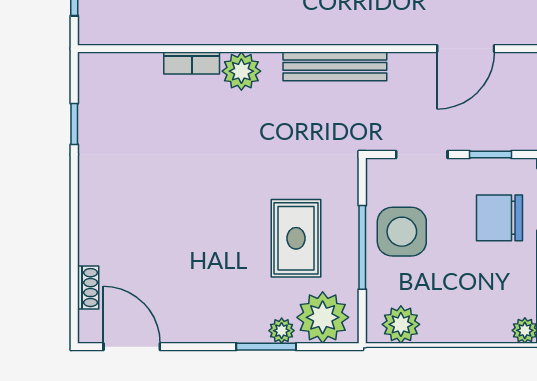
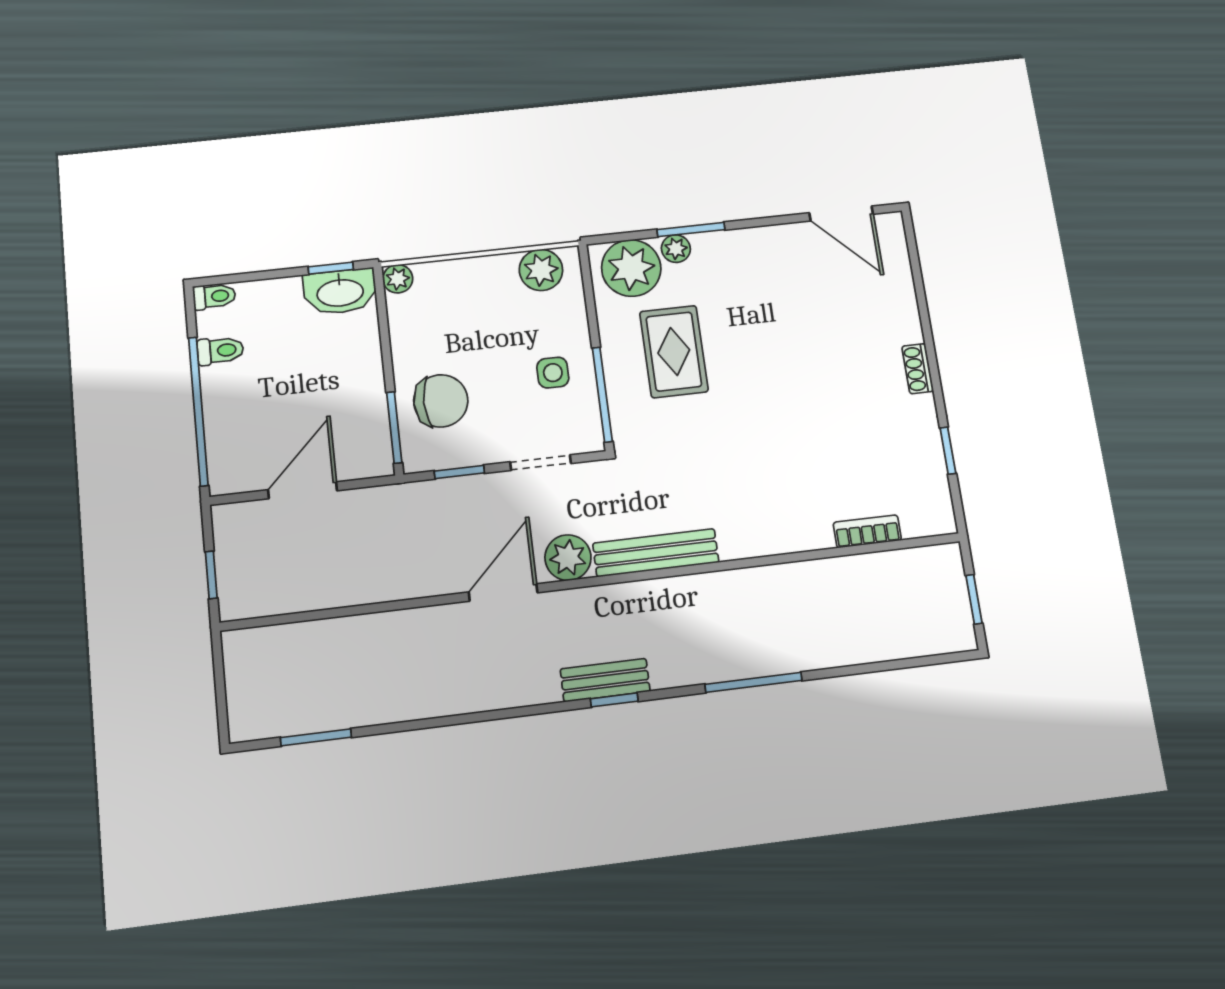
bookcase: (192, 63) -> (867, 531), moved
plant: (241, 71) -> (568, 558), moved
side table: (402, 232) -> (553, 373), width x0.54, depth x0.54
window: (362, 247) -> (602, 395), moved
shoe rack: (88, 288) -> (918, 369), moved

